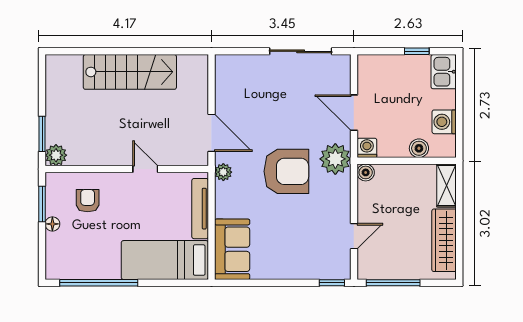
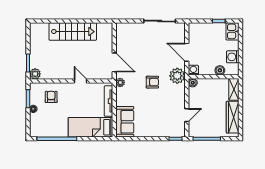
armchair: (286, 171) -> (152, 82), width x0.53, depth x0.53

